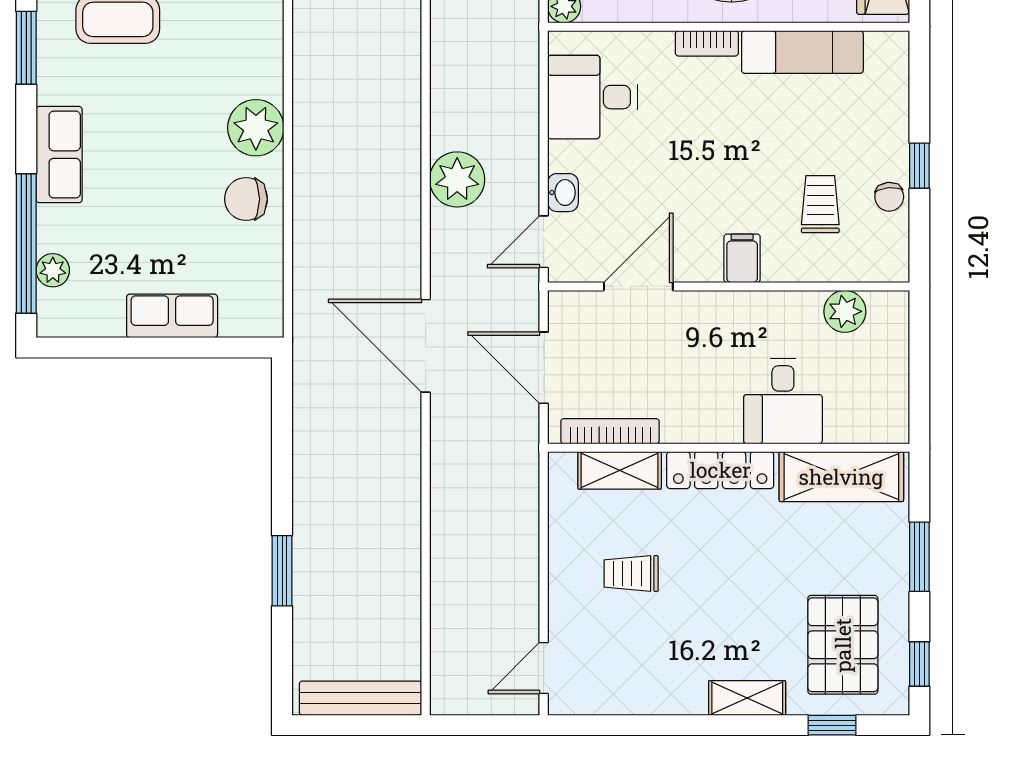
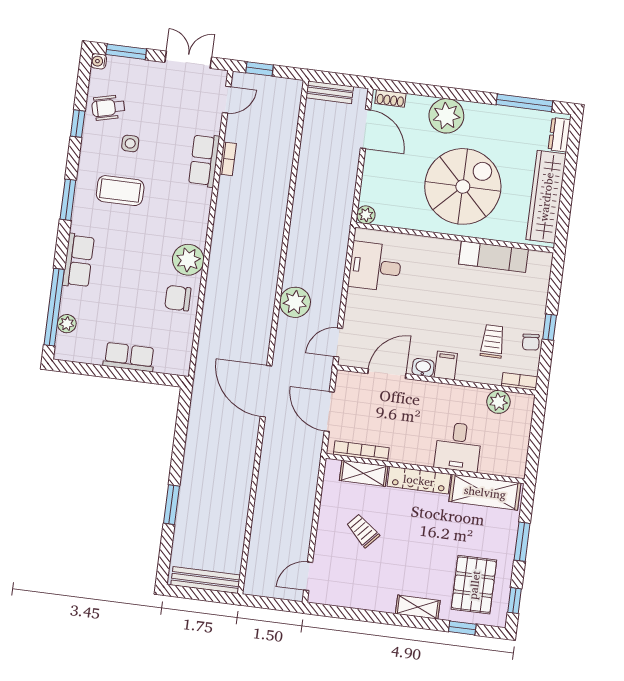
bookcase: (707, 43) -> (520, 381), moved, turned 180
washbasin: (563, 193) -> (423, 368), moved, turned -90
trolley: (631, 573) -> (363, 531), turned 42

